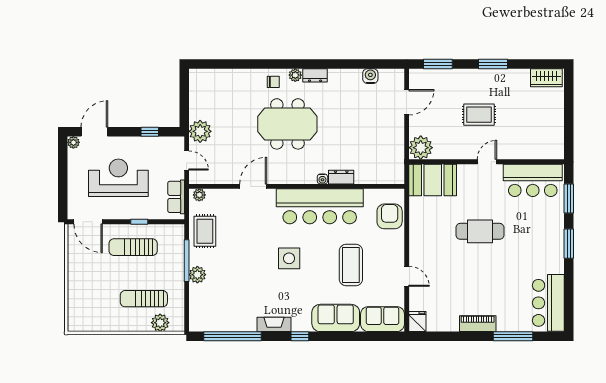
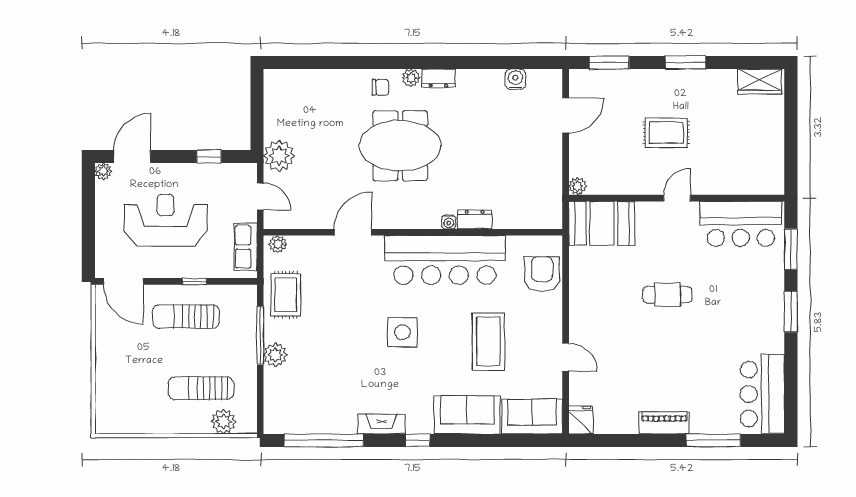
plant: (421, 148) -> (578, 186), width x0.53, depth x0.53
cafe table: (480, 231) -> (667, 295), width x0.73, depth x0.74

